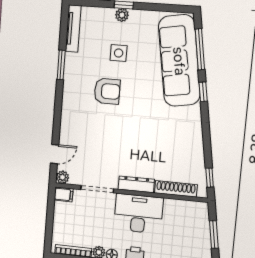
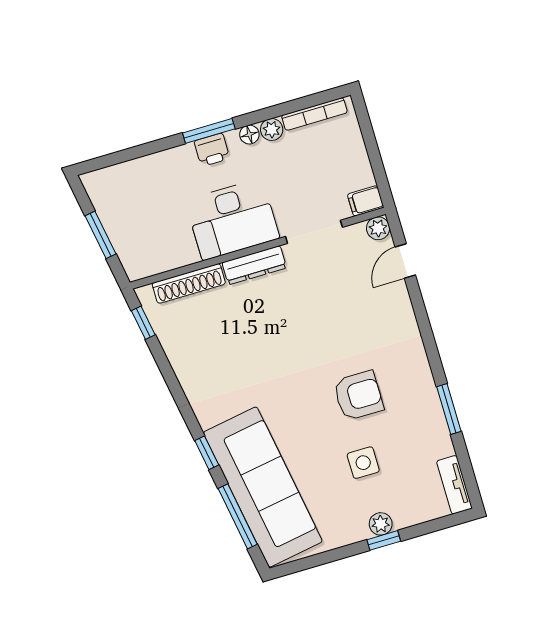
tv unit: (73, 29) -> (454, 485), width x0.71
armchair: (107, 91) -> (358, 396), turned 180

